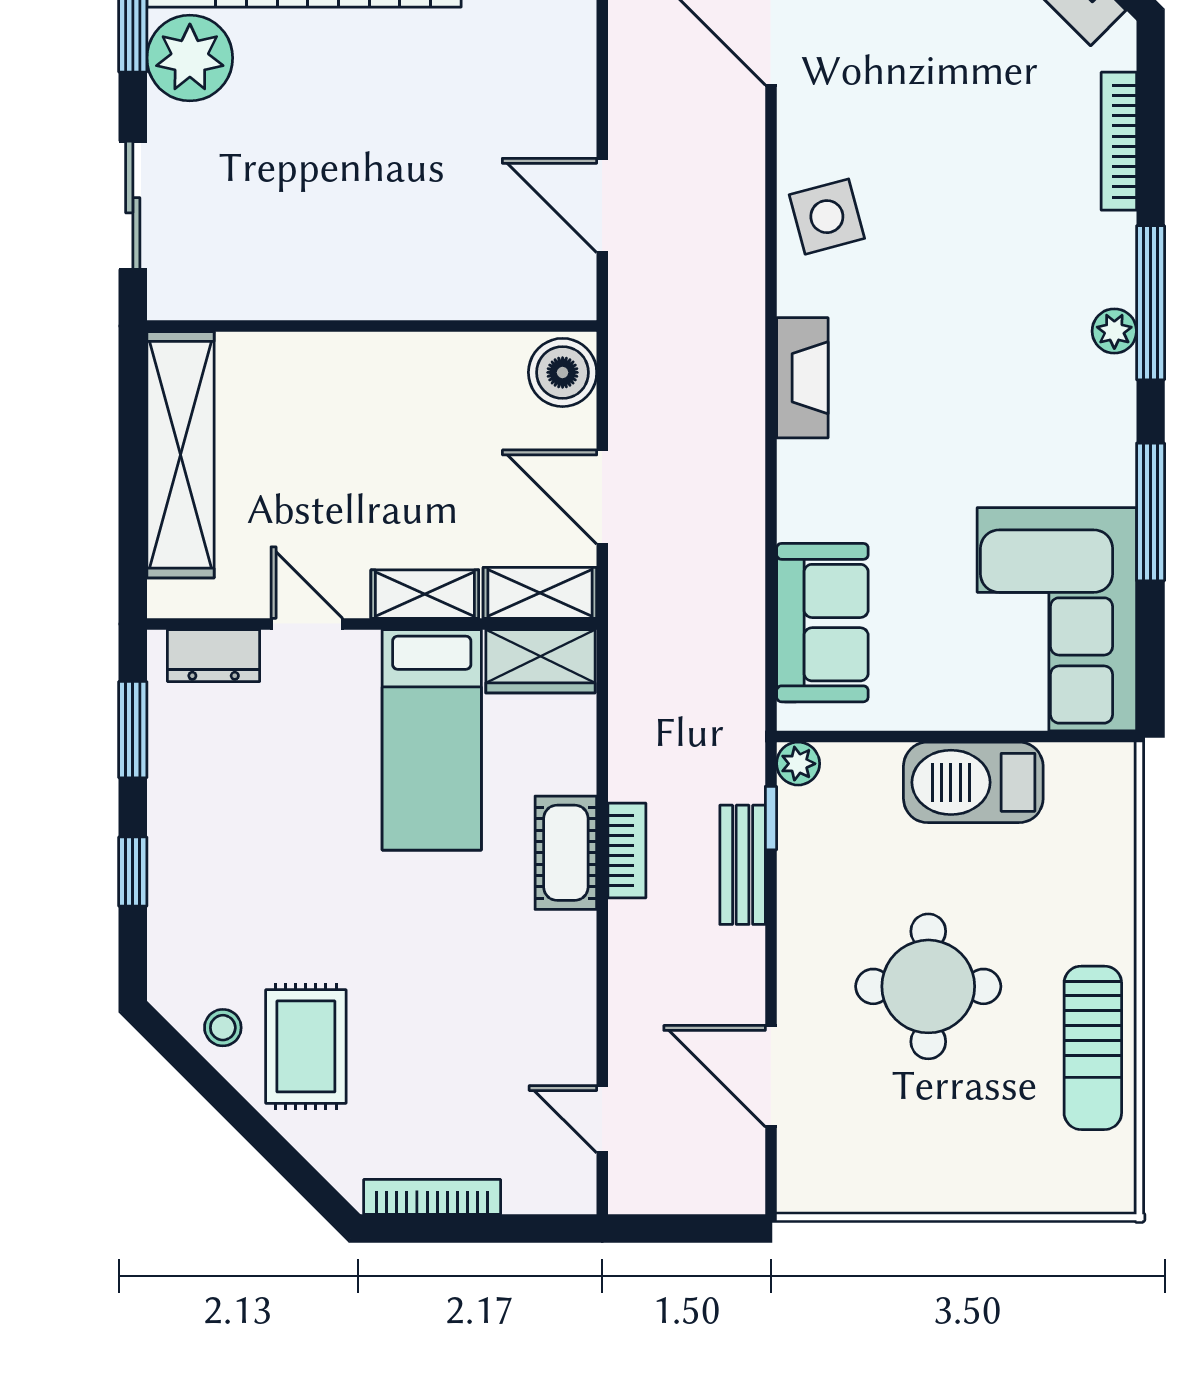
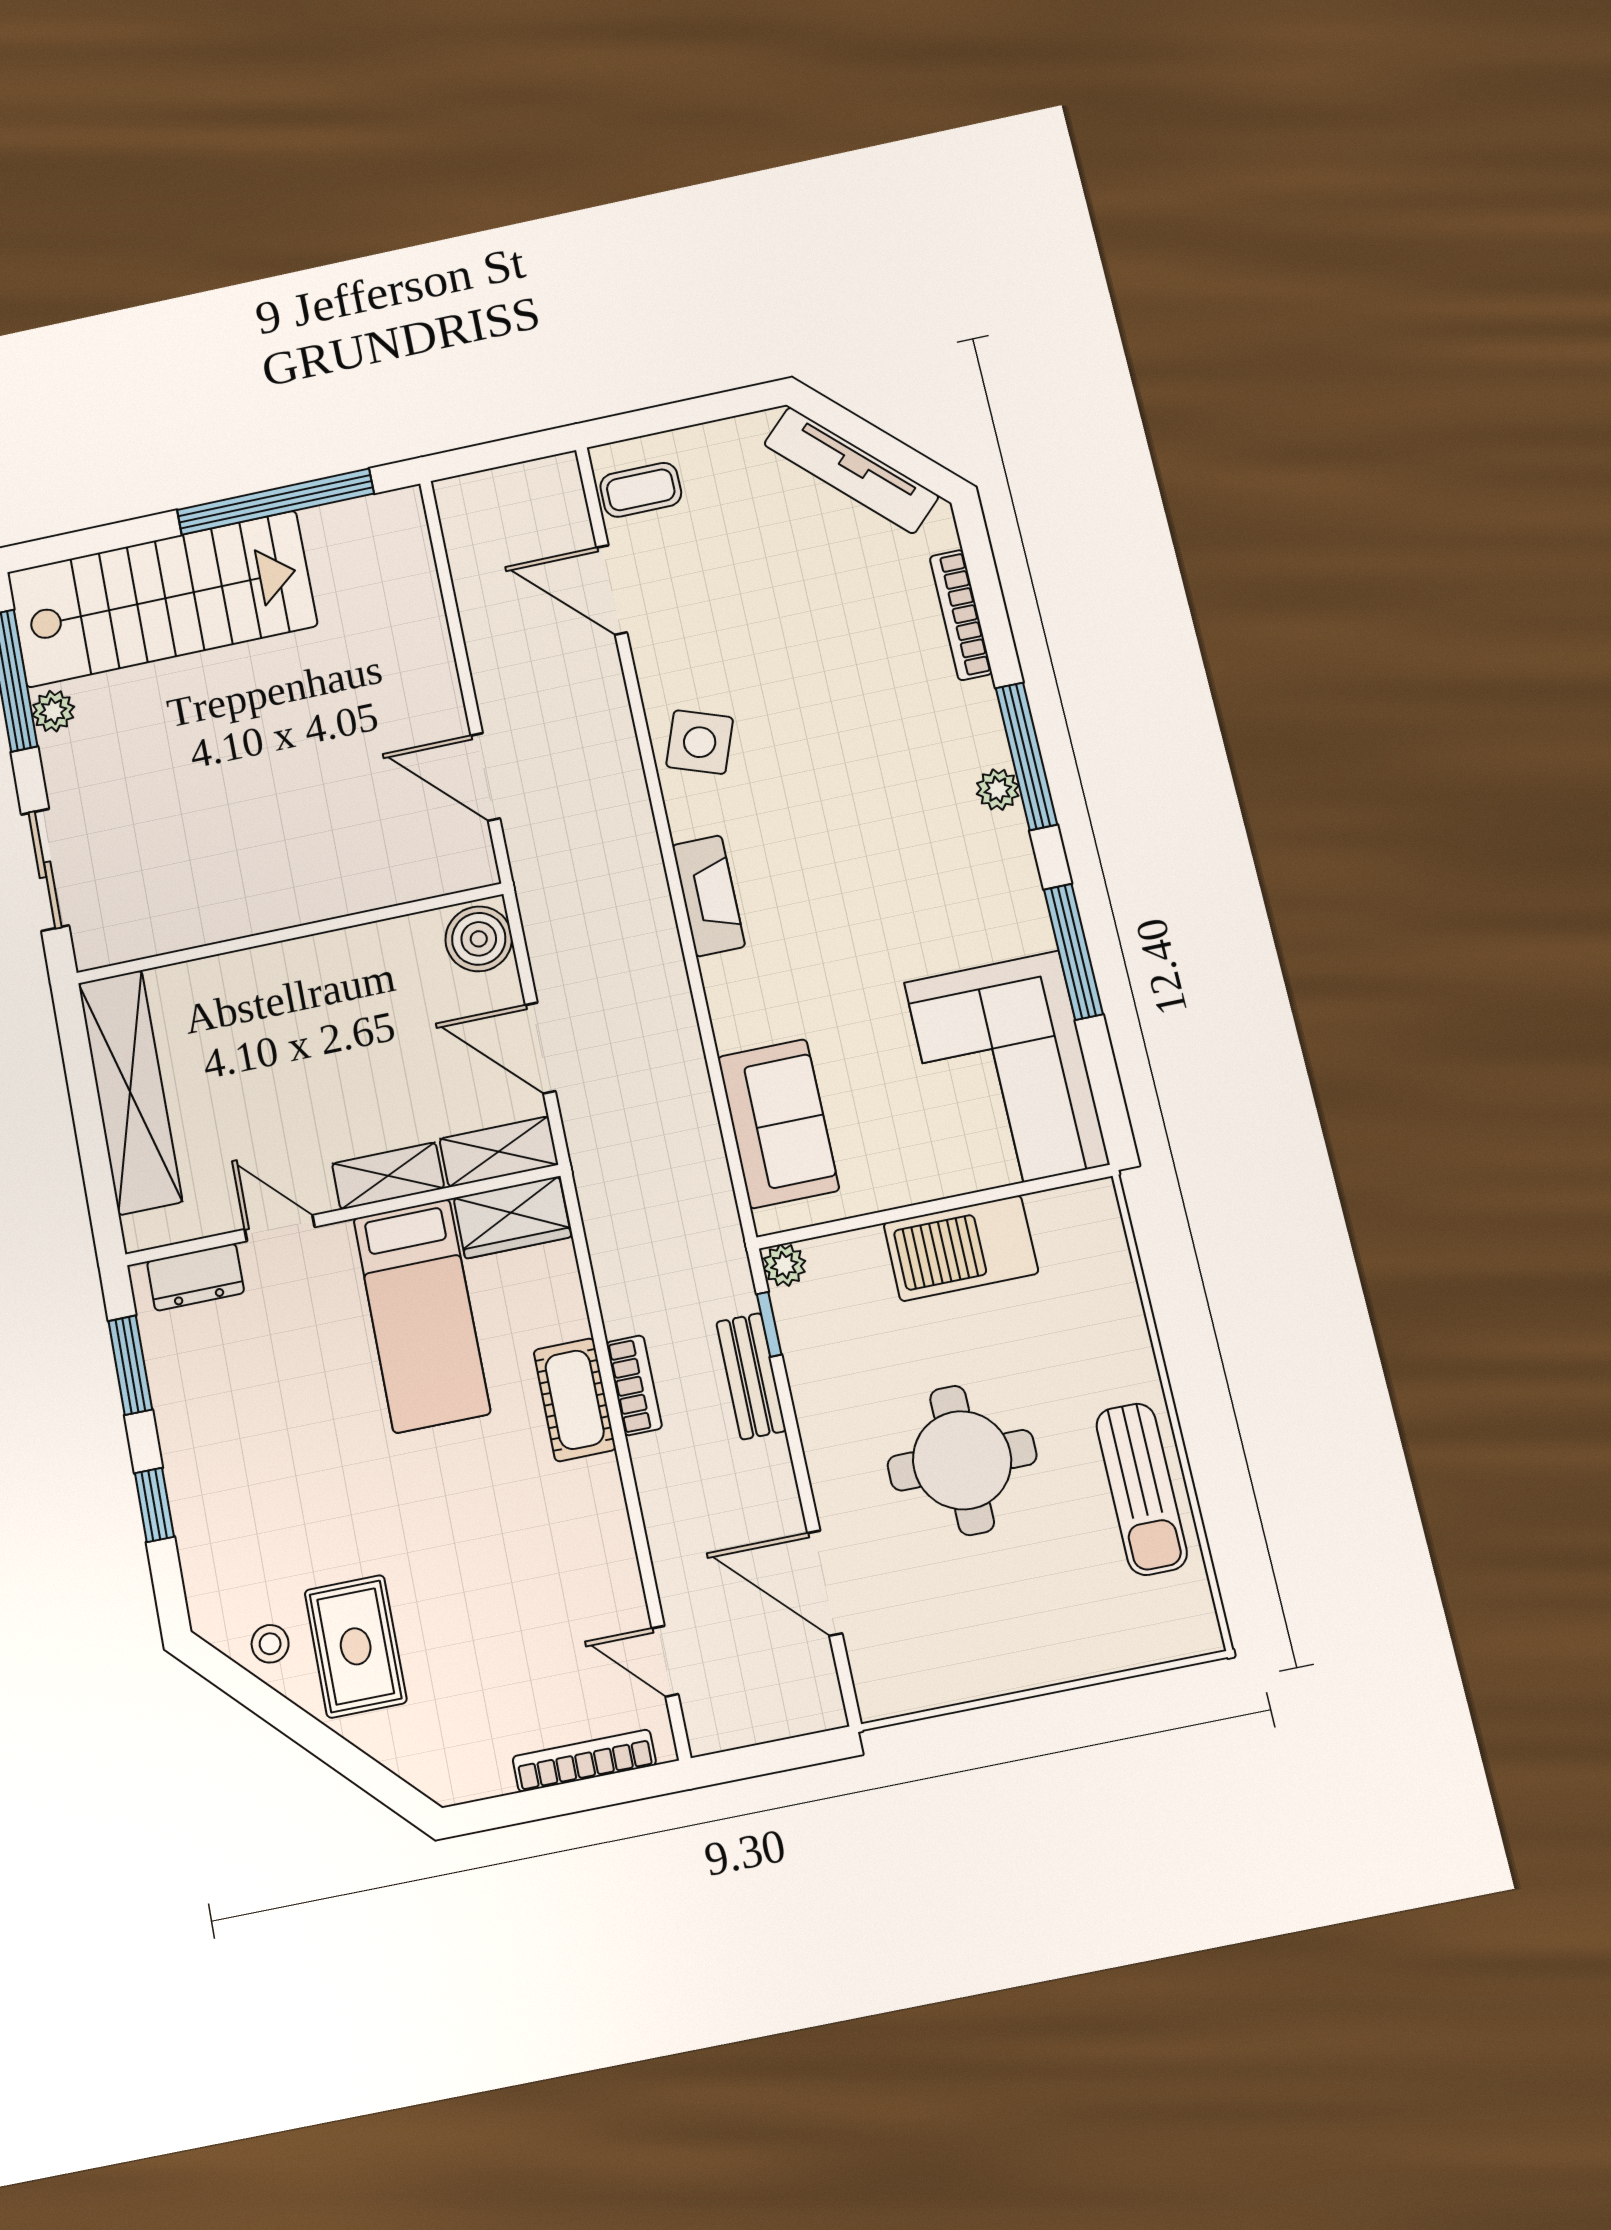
plant: (190, 58) -> (53, 711), width x0.53, depth x0.53
side table: (827, 217) -> (700, 742), turned 35
bookcase: (432, 1197) -> (584, 1761), moved

